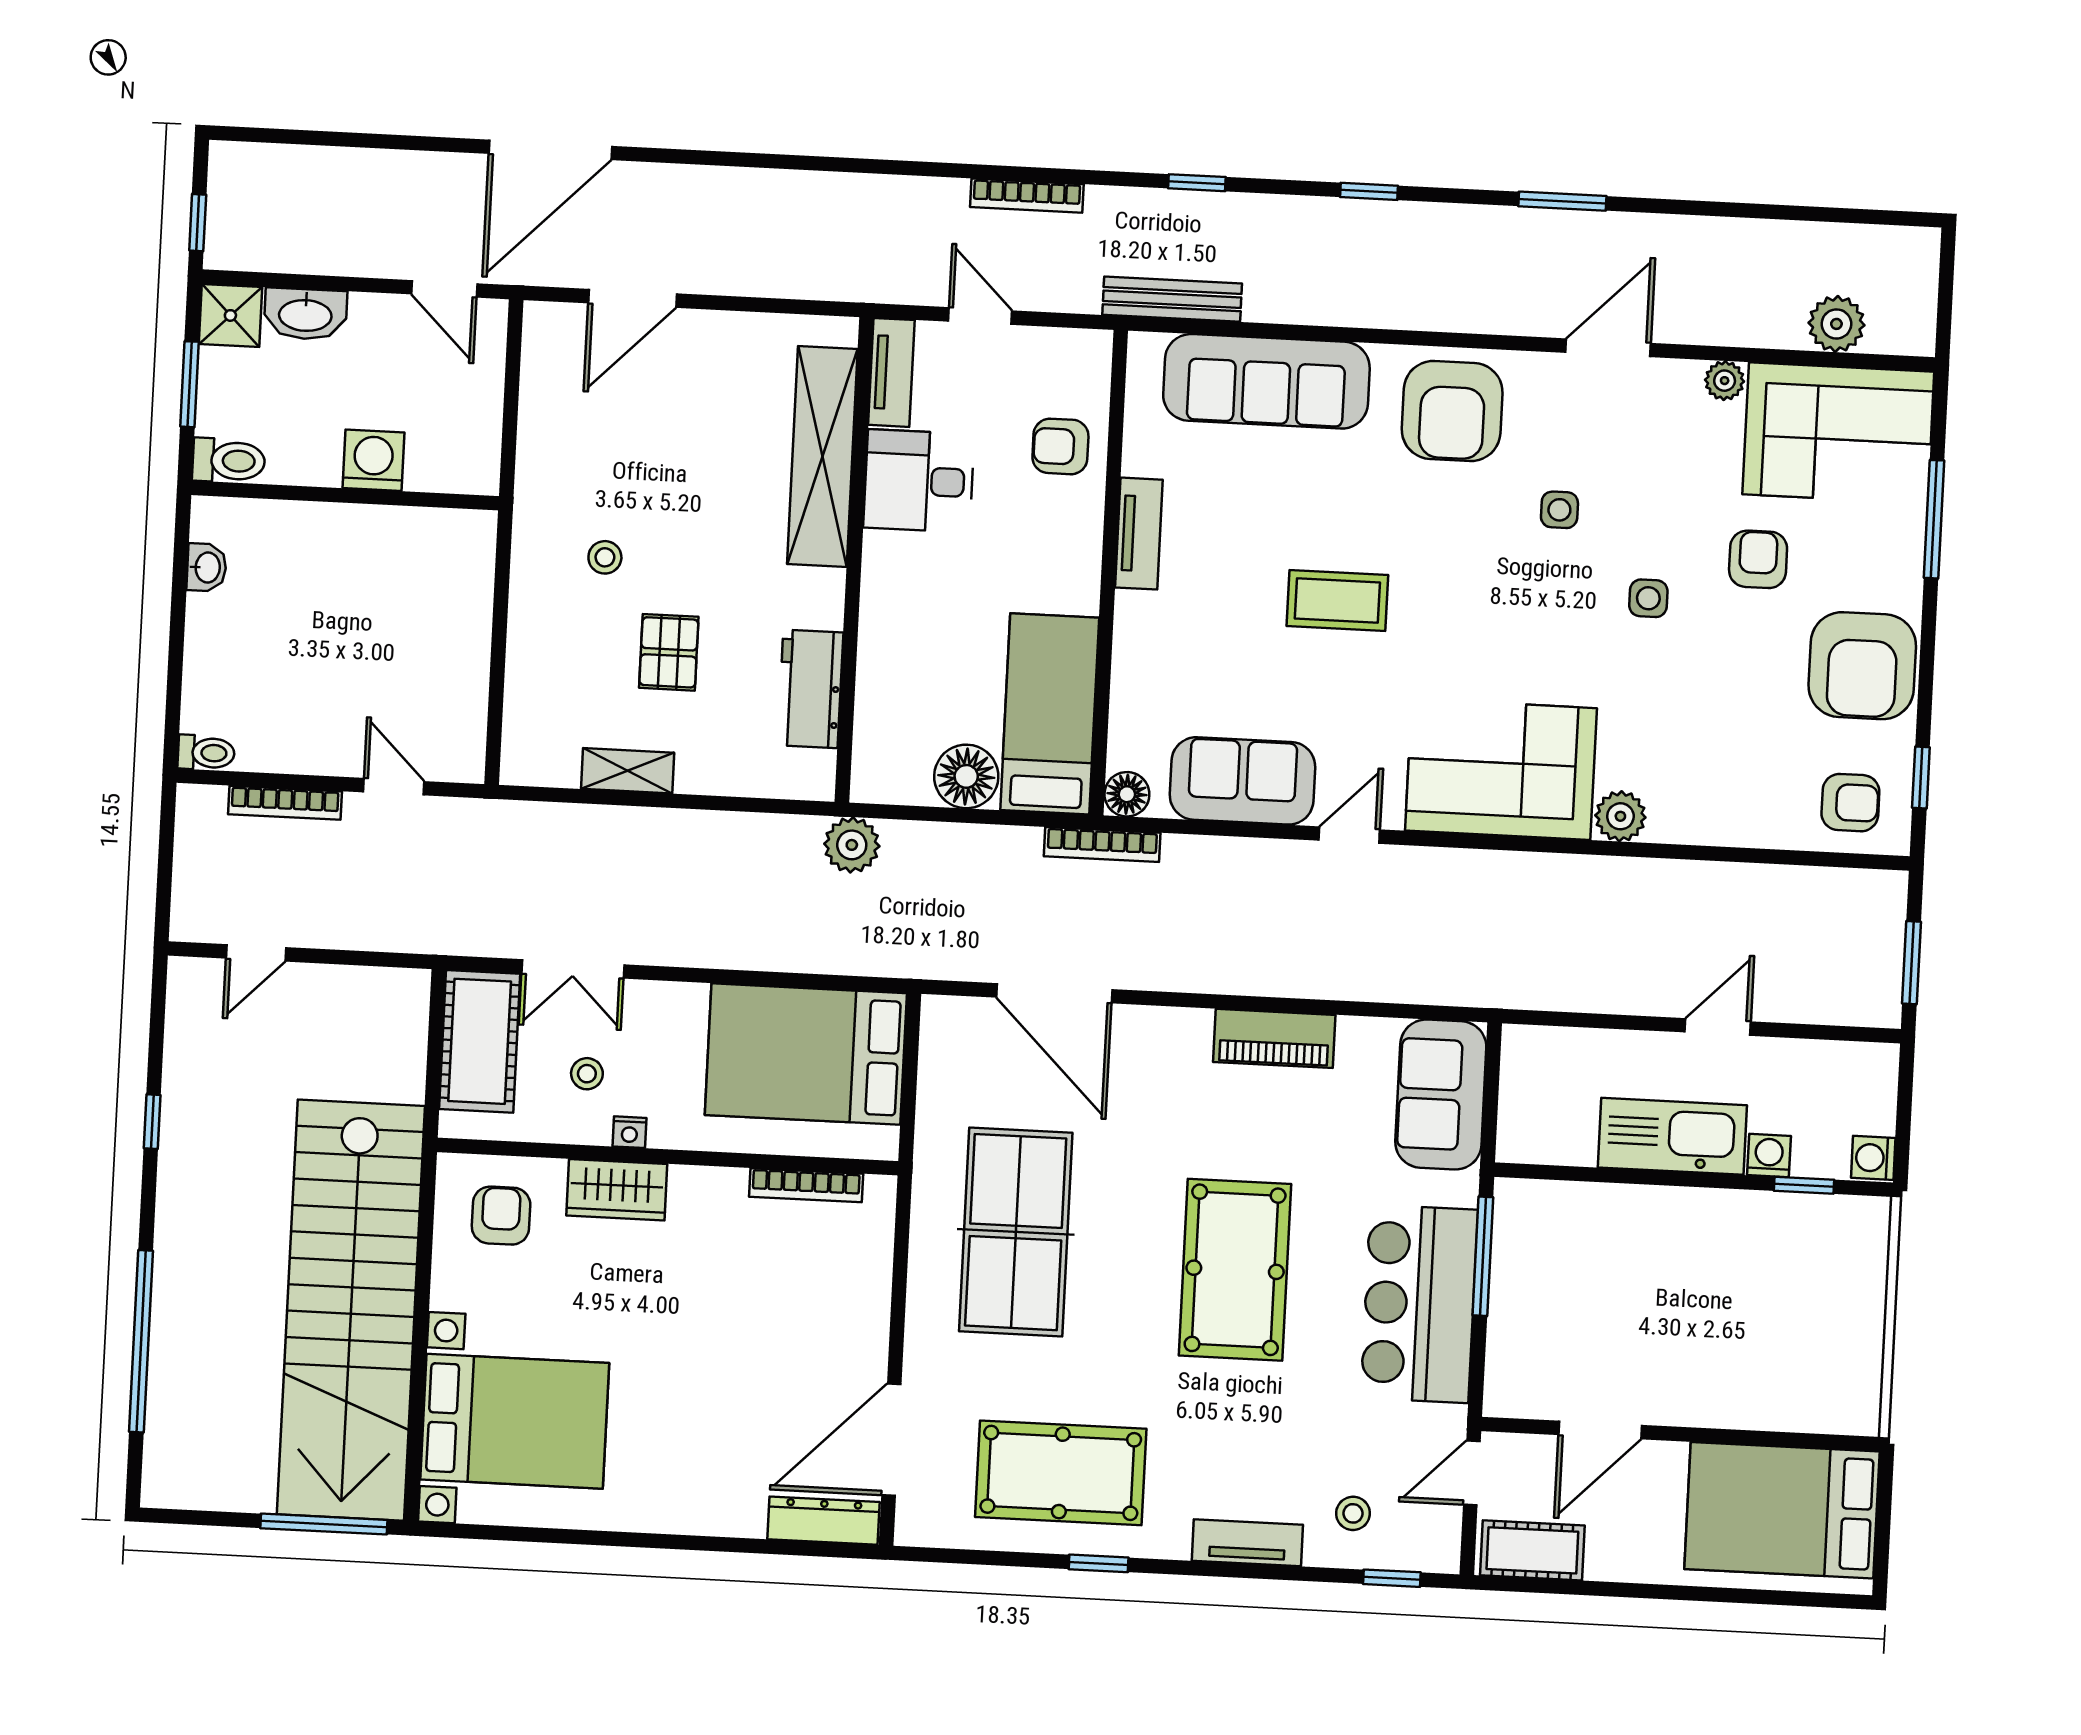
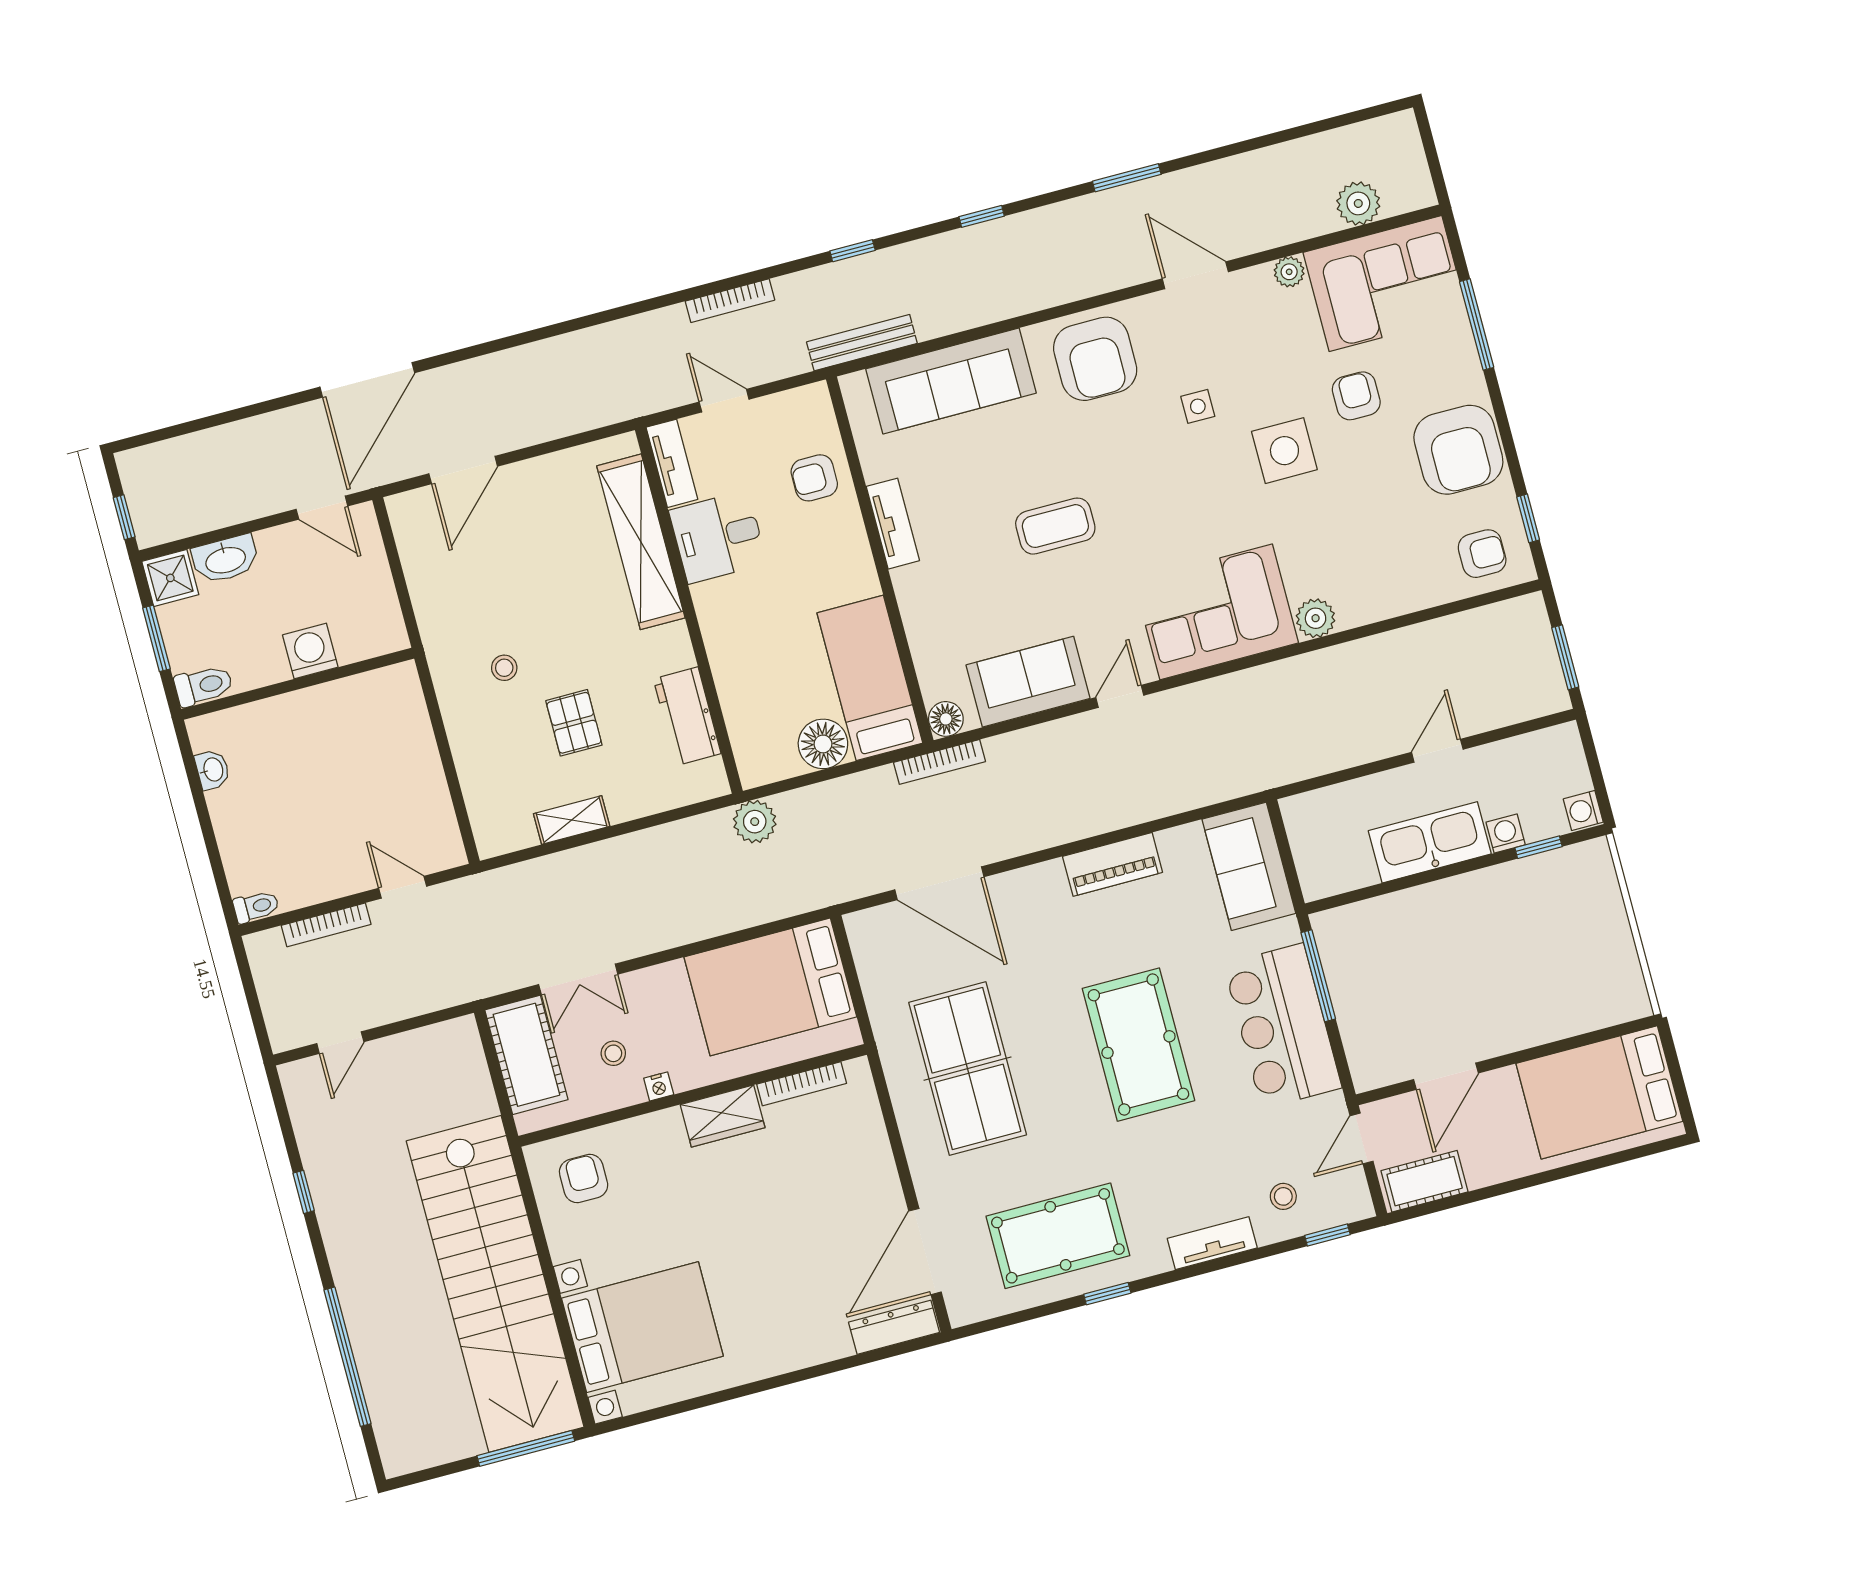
door: (1608, 348) -> (1195, 275), hinge flipped
side table: (1648, 598) -> (1284, 451), width x1.87, depth x1.87
wardrobe: (617, 1190) -> (723, 1116), moved

